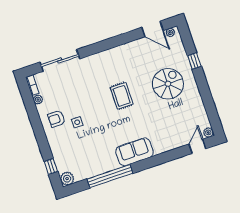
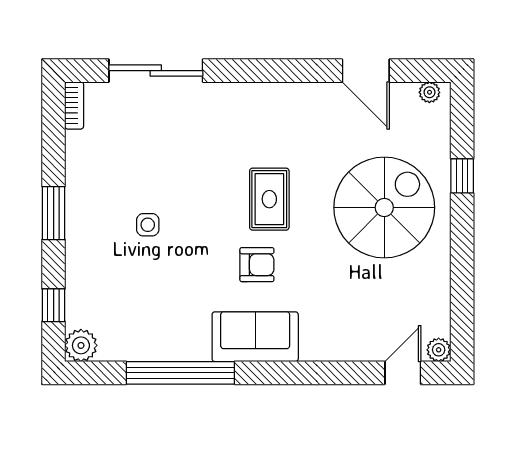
door: (153, 29) -> (366, 71), moved
spiral stairs: (168, 84) -> (384, 207), width x1.37, depth x1.37
plant: (38, 100) -> (76, 143), removed
armchair: (56, 119) -> (257, 265), moved, turned 180
window: (39, 130) -> (54, 213), added

